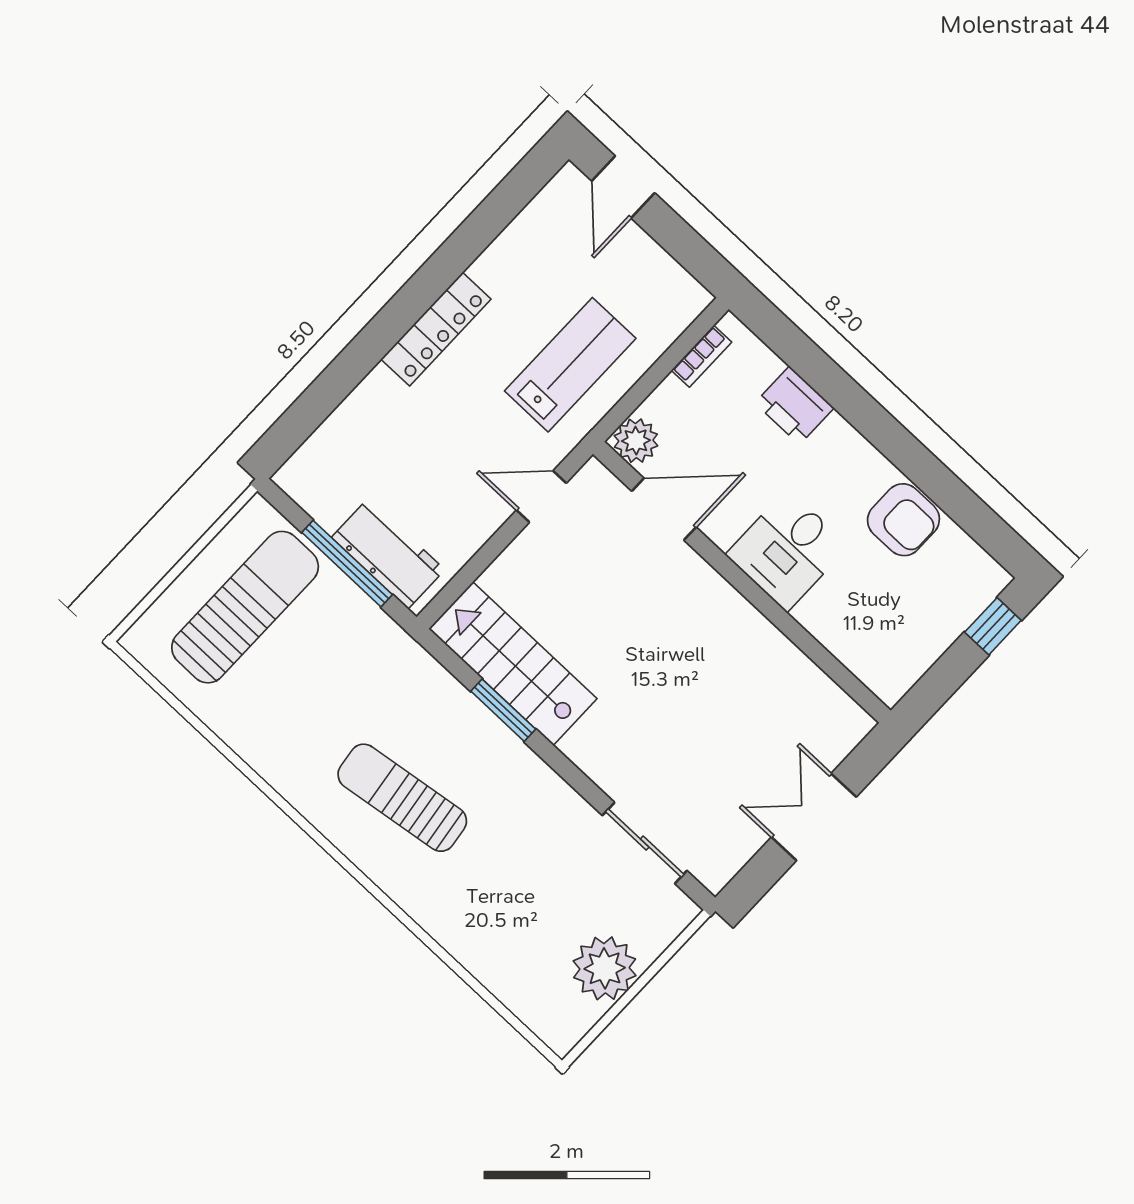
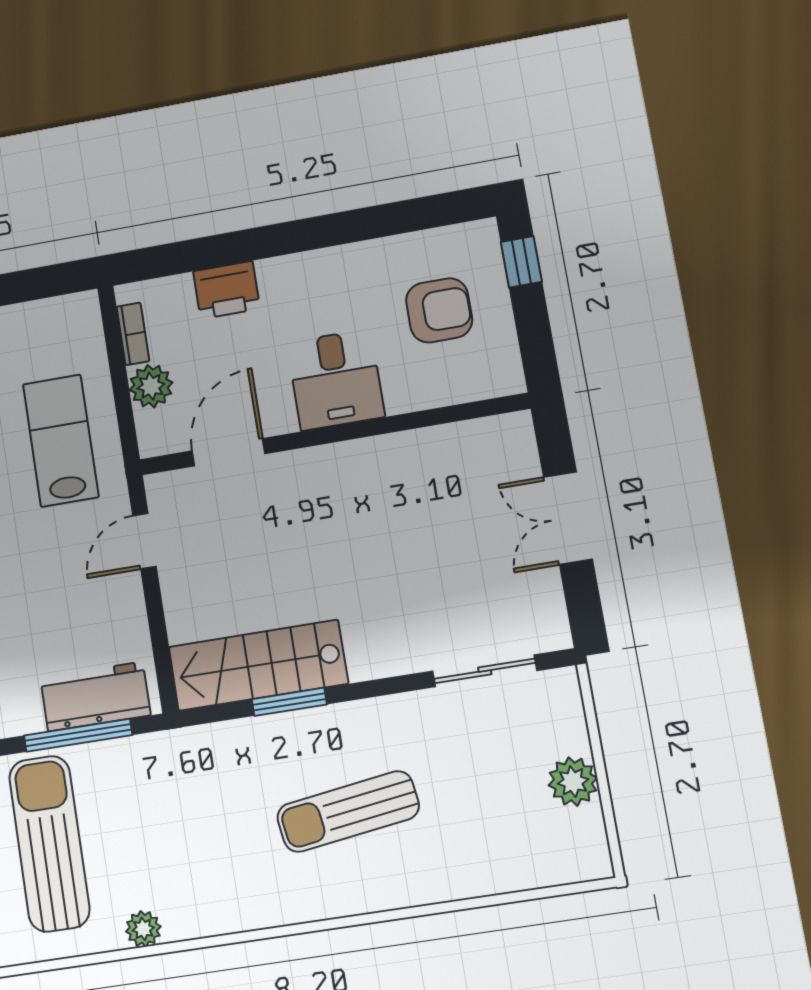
plant: (636, 441) -> (151, 386), moved
armchair: (903, 520) -> (439, 310), moved
plant: (238, 732) -> (143, 929), added
sun lounger: (402, 798) -> (348, 812), moved
plant: (605, 968) -> (573, 782), width x0.73, depth x0.73

